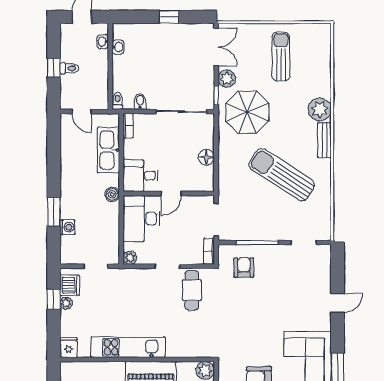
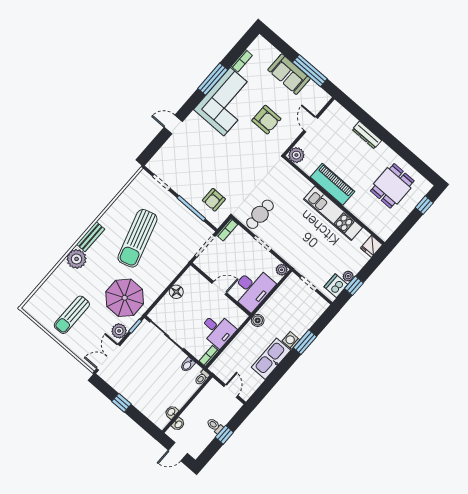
kitchen sink: (108, 150) -> (271, 359), moved, turned 180
sun lounger: (282, 175) -> (137, 238), turned 40
desk: (141, 176) -> (217, 330), moved
washing machine: (67, 227) -> (291, 340), moved

